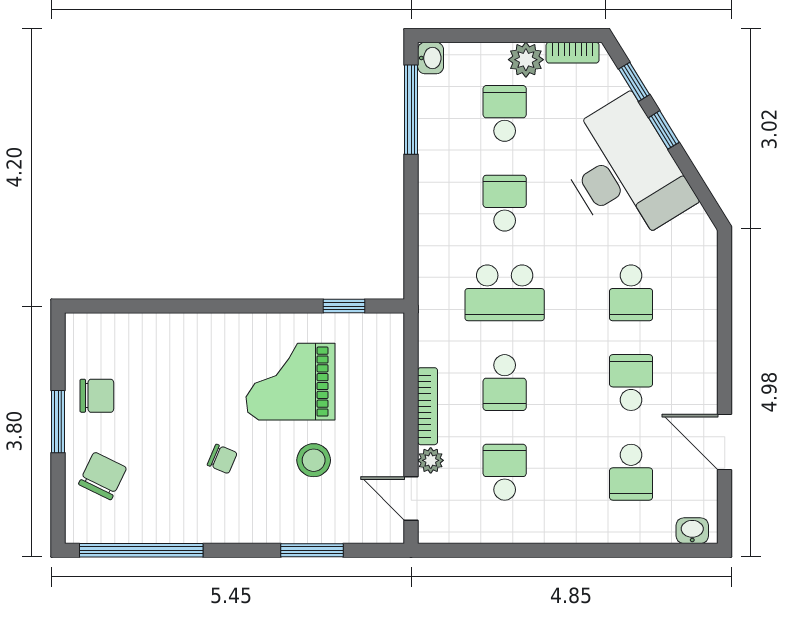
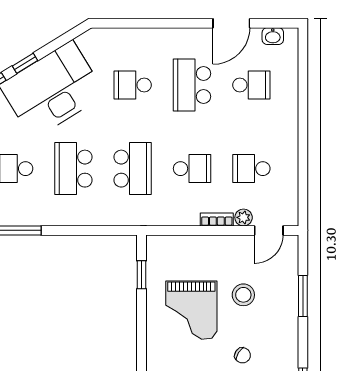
school desk: (505, 203) -> (73, 169), width x1.85
school desk: (631, 293) -> (133, 85), turned 180
school desk: (631, 383) -> (192, 85), width x1.85
bookcase: (428, 406) -> (217, 220), width x0.64
chair: (222, 459) -> (243, 355), turned 99
washbasin: (692, 531) -> (273, 36), moved, turned -90

